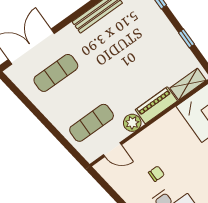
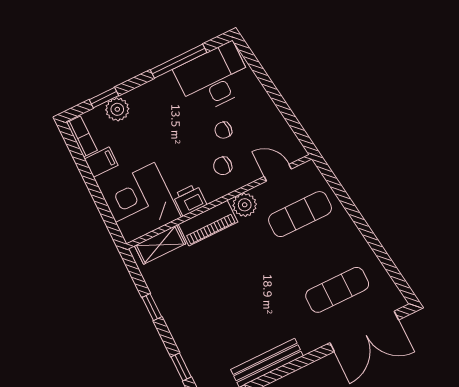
printer: (172, 120) -> (190, 200), added
chair: (153, 148) -> (223, 166), added

